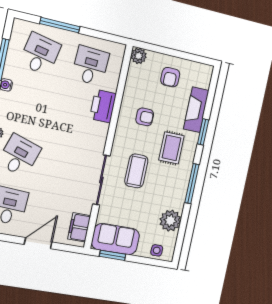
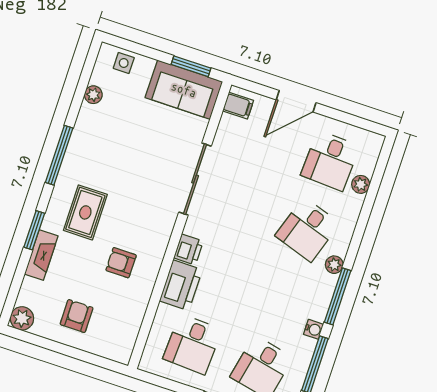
plant: (139, 56) -> (22, 318), moved
fireplace: (196, 110) -> (41, 255), width x0.73, depth x0.76
printer: (100, 131) -> (188, 250), added
coffee table: (136, 171) -> (142, 185), removed
plant: (170, 221) -> (93, 95), width x0.53, depth x0.53
filing cabinet: (79, 227) -> (238, 106), width x0.50

